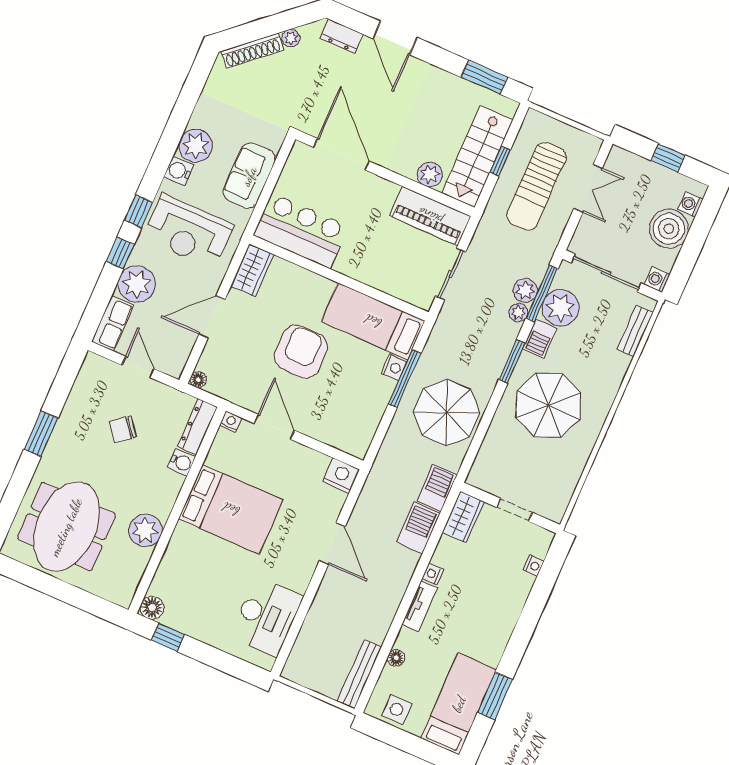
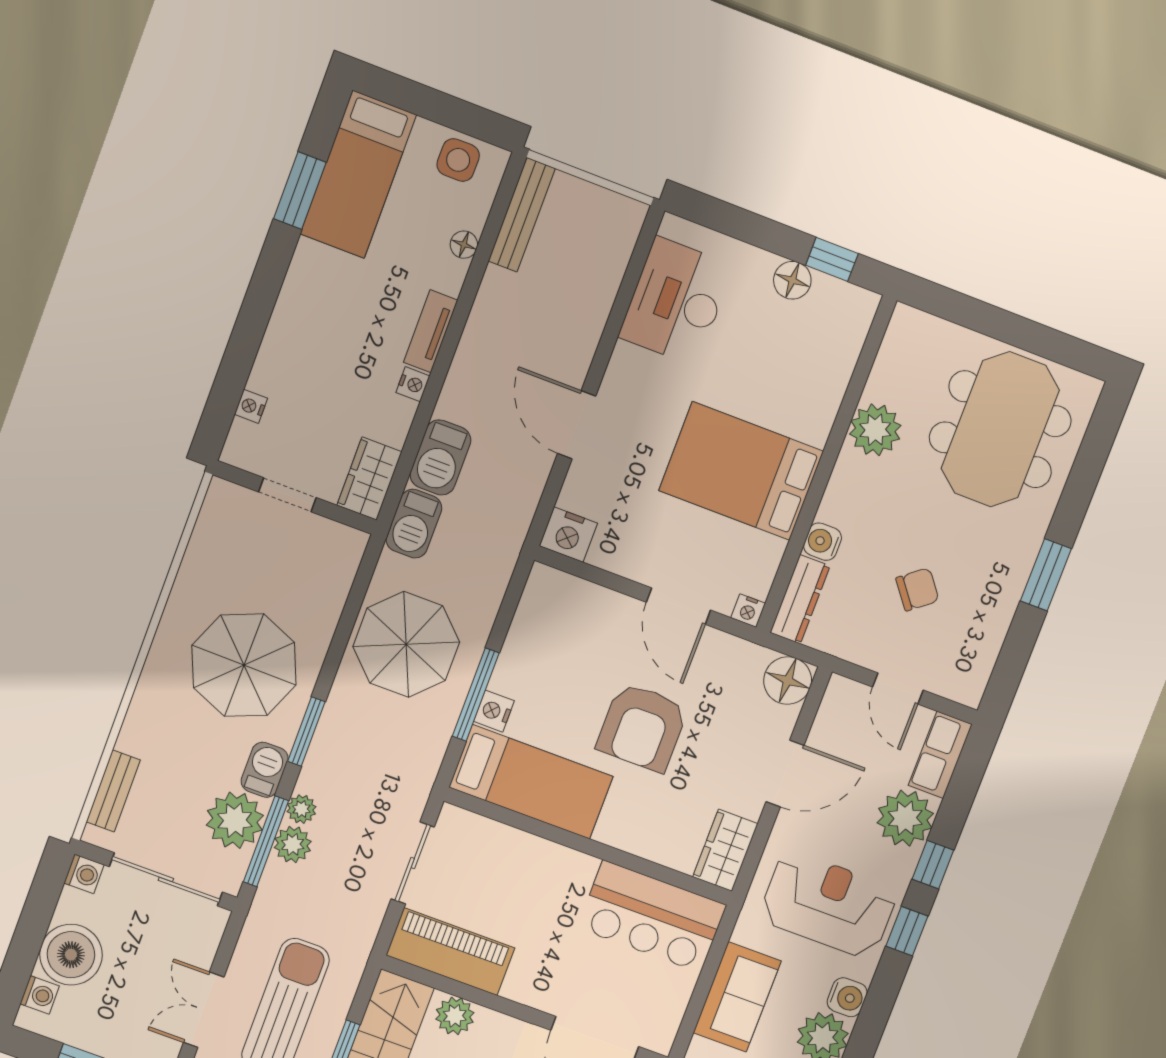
floor lamp: (198, 380) -> (788, 680), width x1.89, depth x1.89
floor lamp: (152, 608) -> (792, 280), moved

